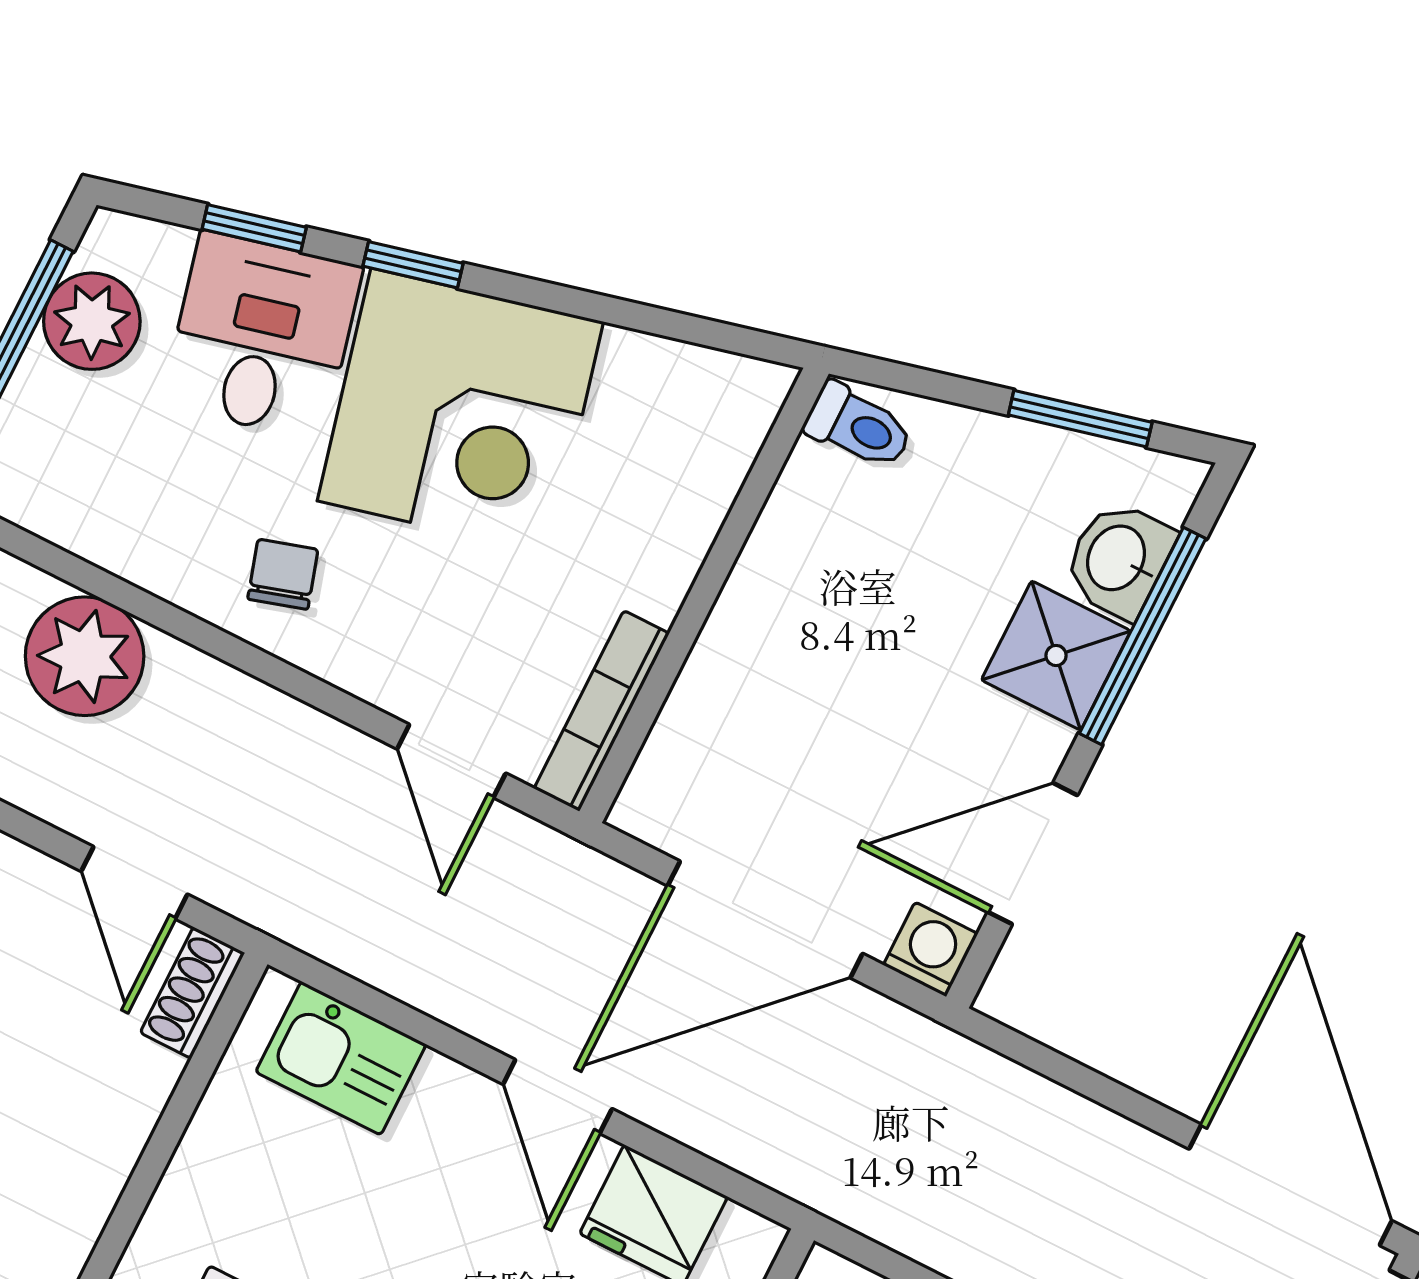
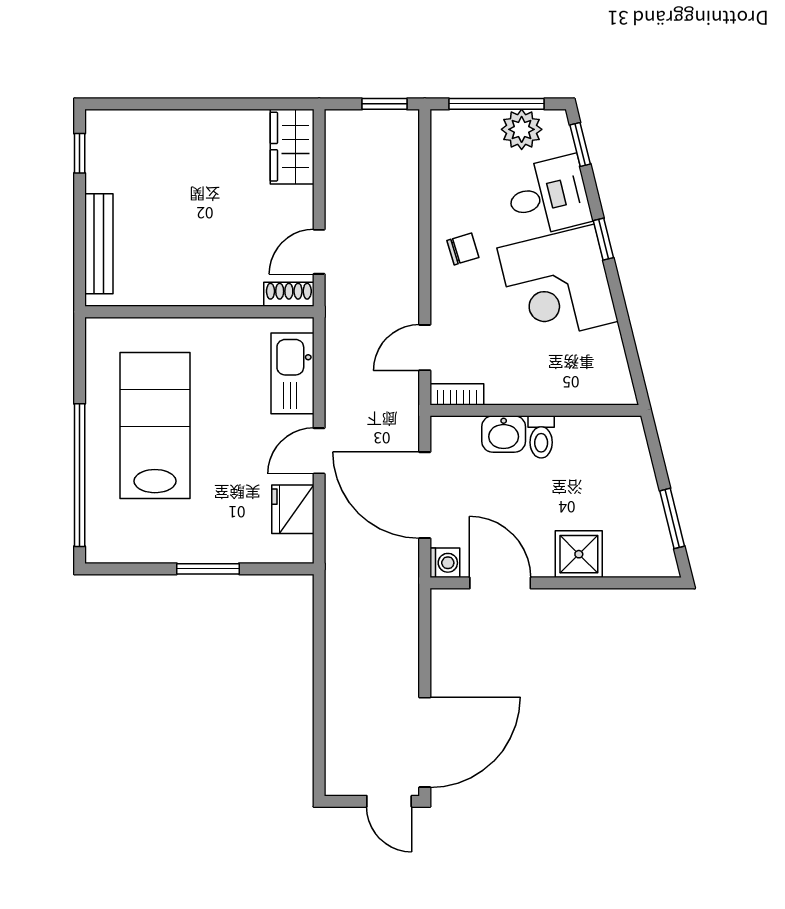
window: (254, 228) -> (580, 144), moved
toilet: (859, 426) -> (541, 437), moved
washbasin: (1118, 559) -> (504, 434), moved, turned 180
window: (1143, 636) -> (602, 583), removed
plant: (85, 656) -> (395, 190), removed
bookcase: (602, 711) -> (457, 394), width x0.64
kitchen sink: (341, 1058) -> (292, 373), width x1.38

